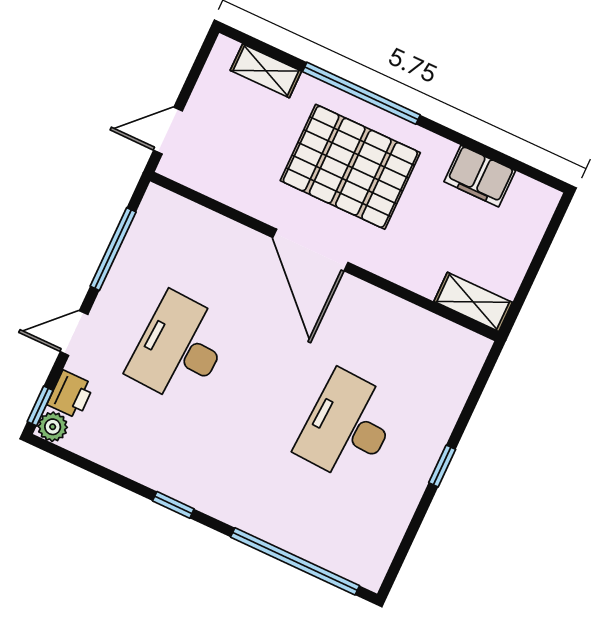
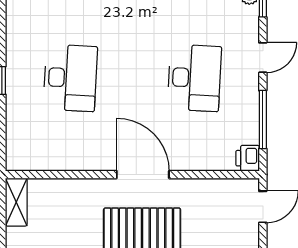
shelving: (473, 302) -> (16, 202), moved, turned 90
printer: (71, 394) -> (248, 158), moved

